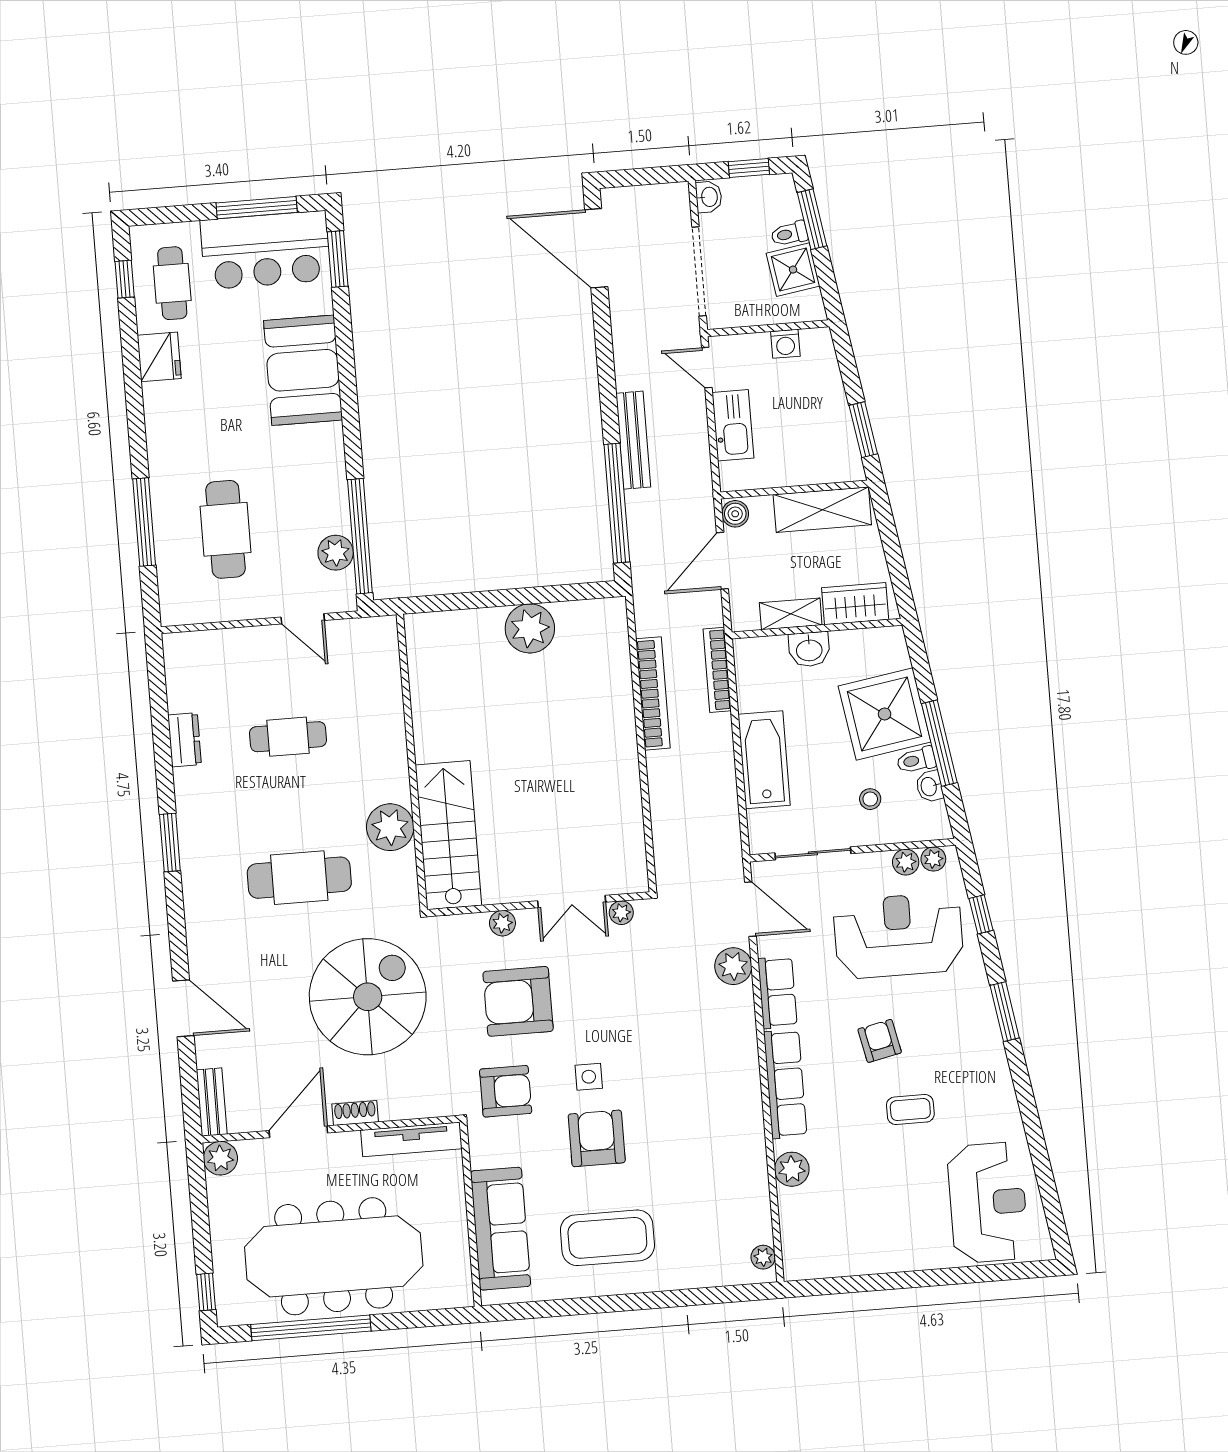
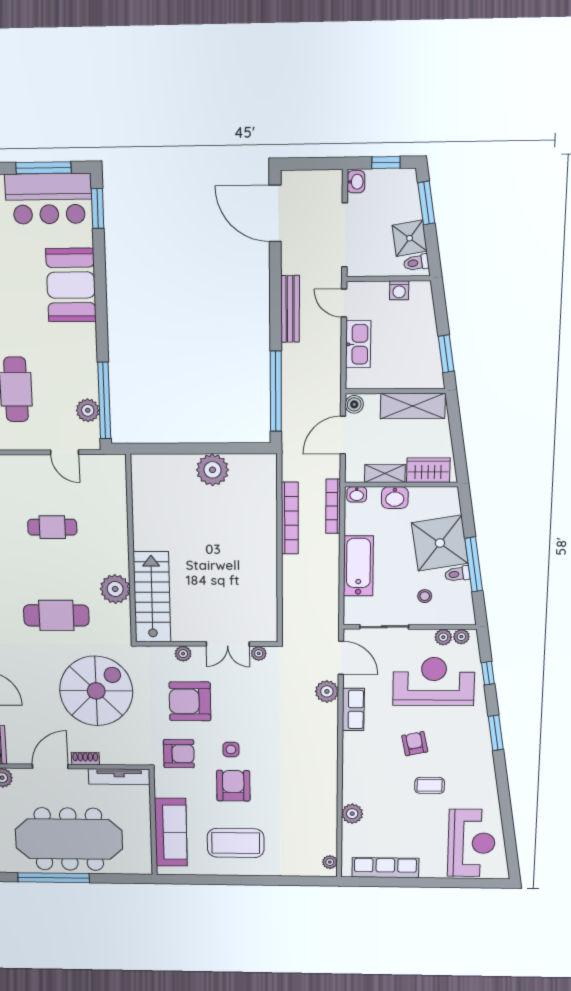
toilet: (789, 234) -> (416, 263), moved
bench: (633, 440) -> (290, 309), moved
washbasin: (929, 786) -> (357, 494), moved, turned -81
row of seats: (785, 1084) -> (385, 868), moved, turned -90

